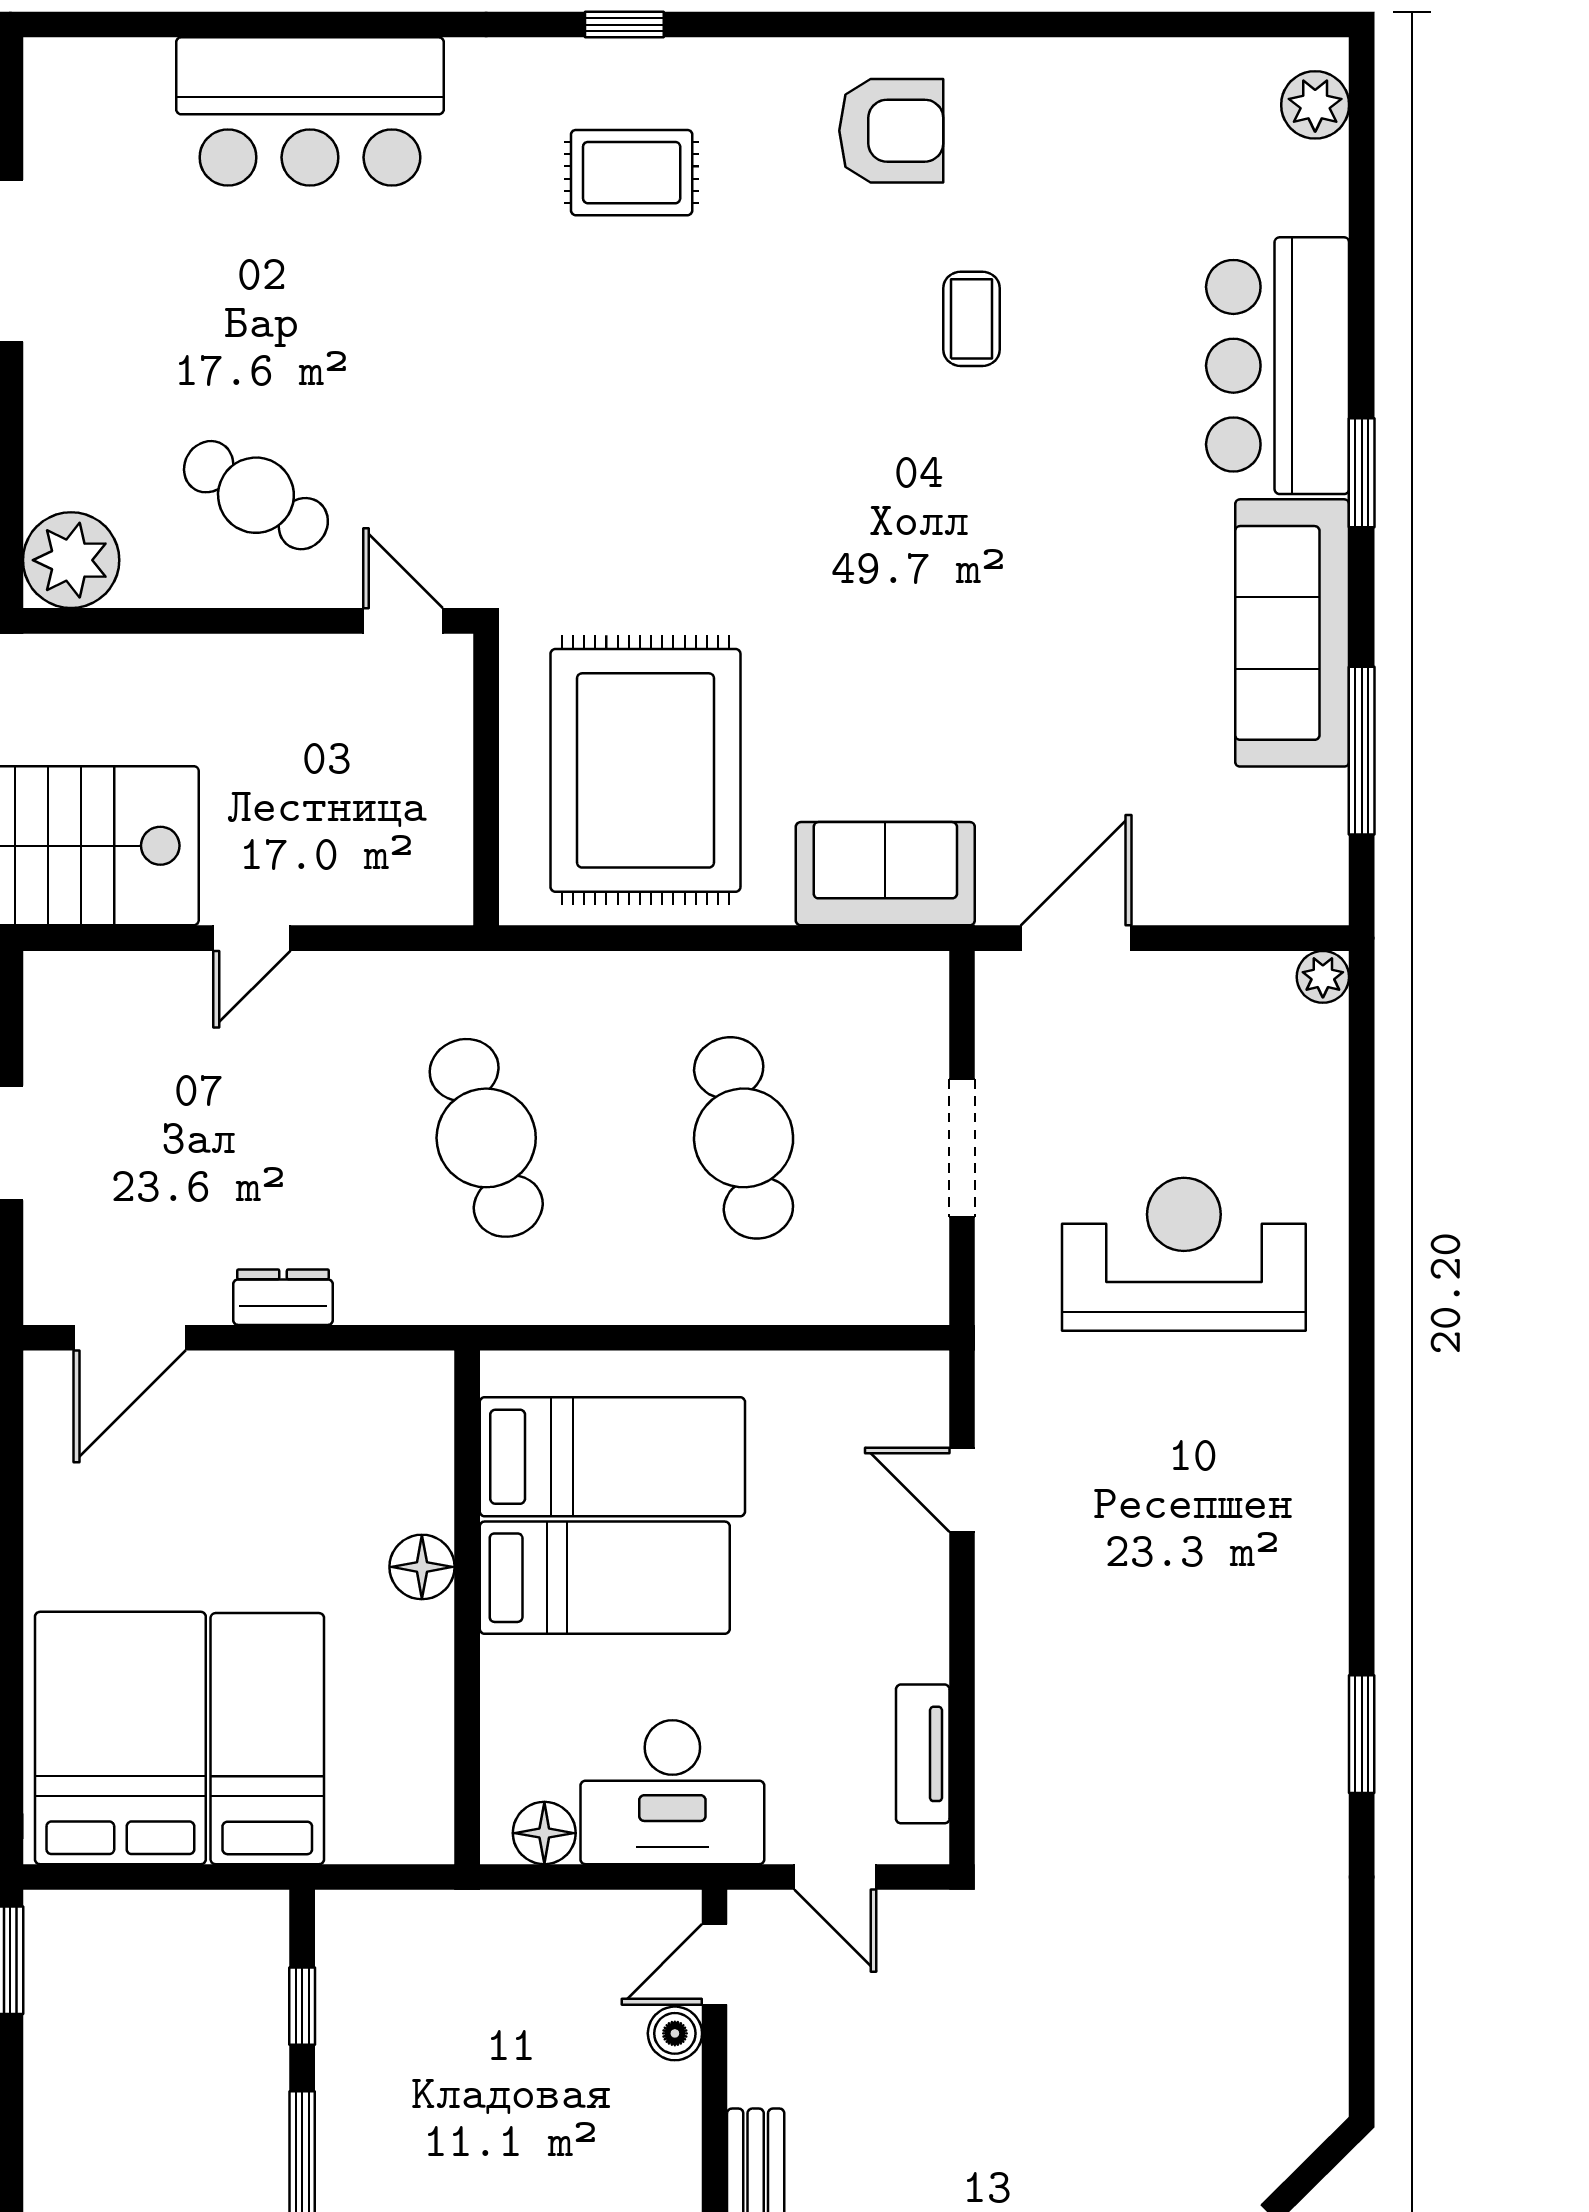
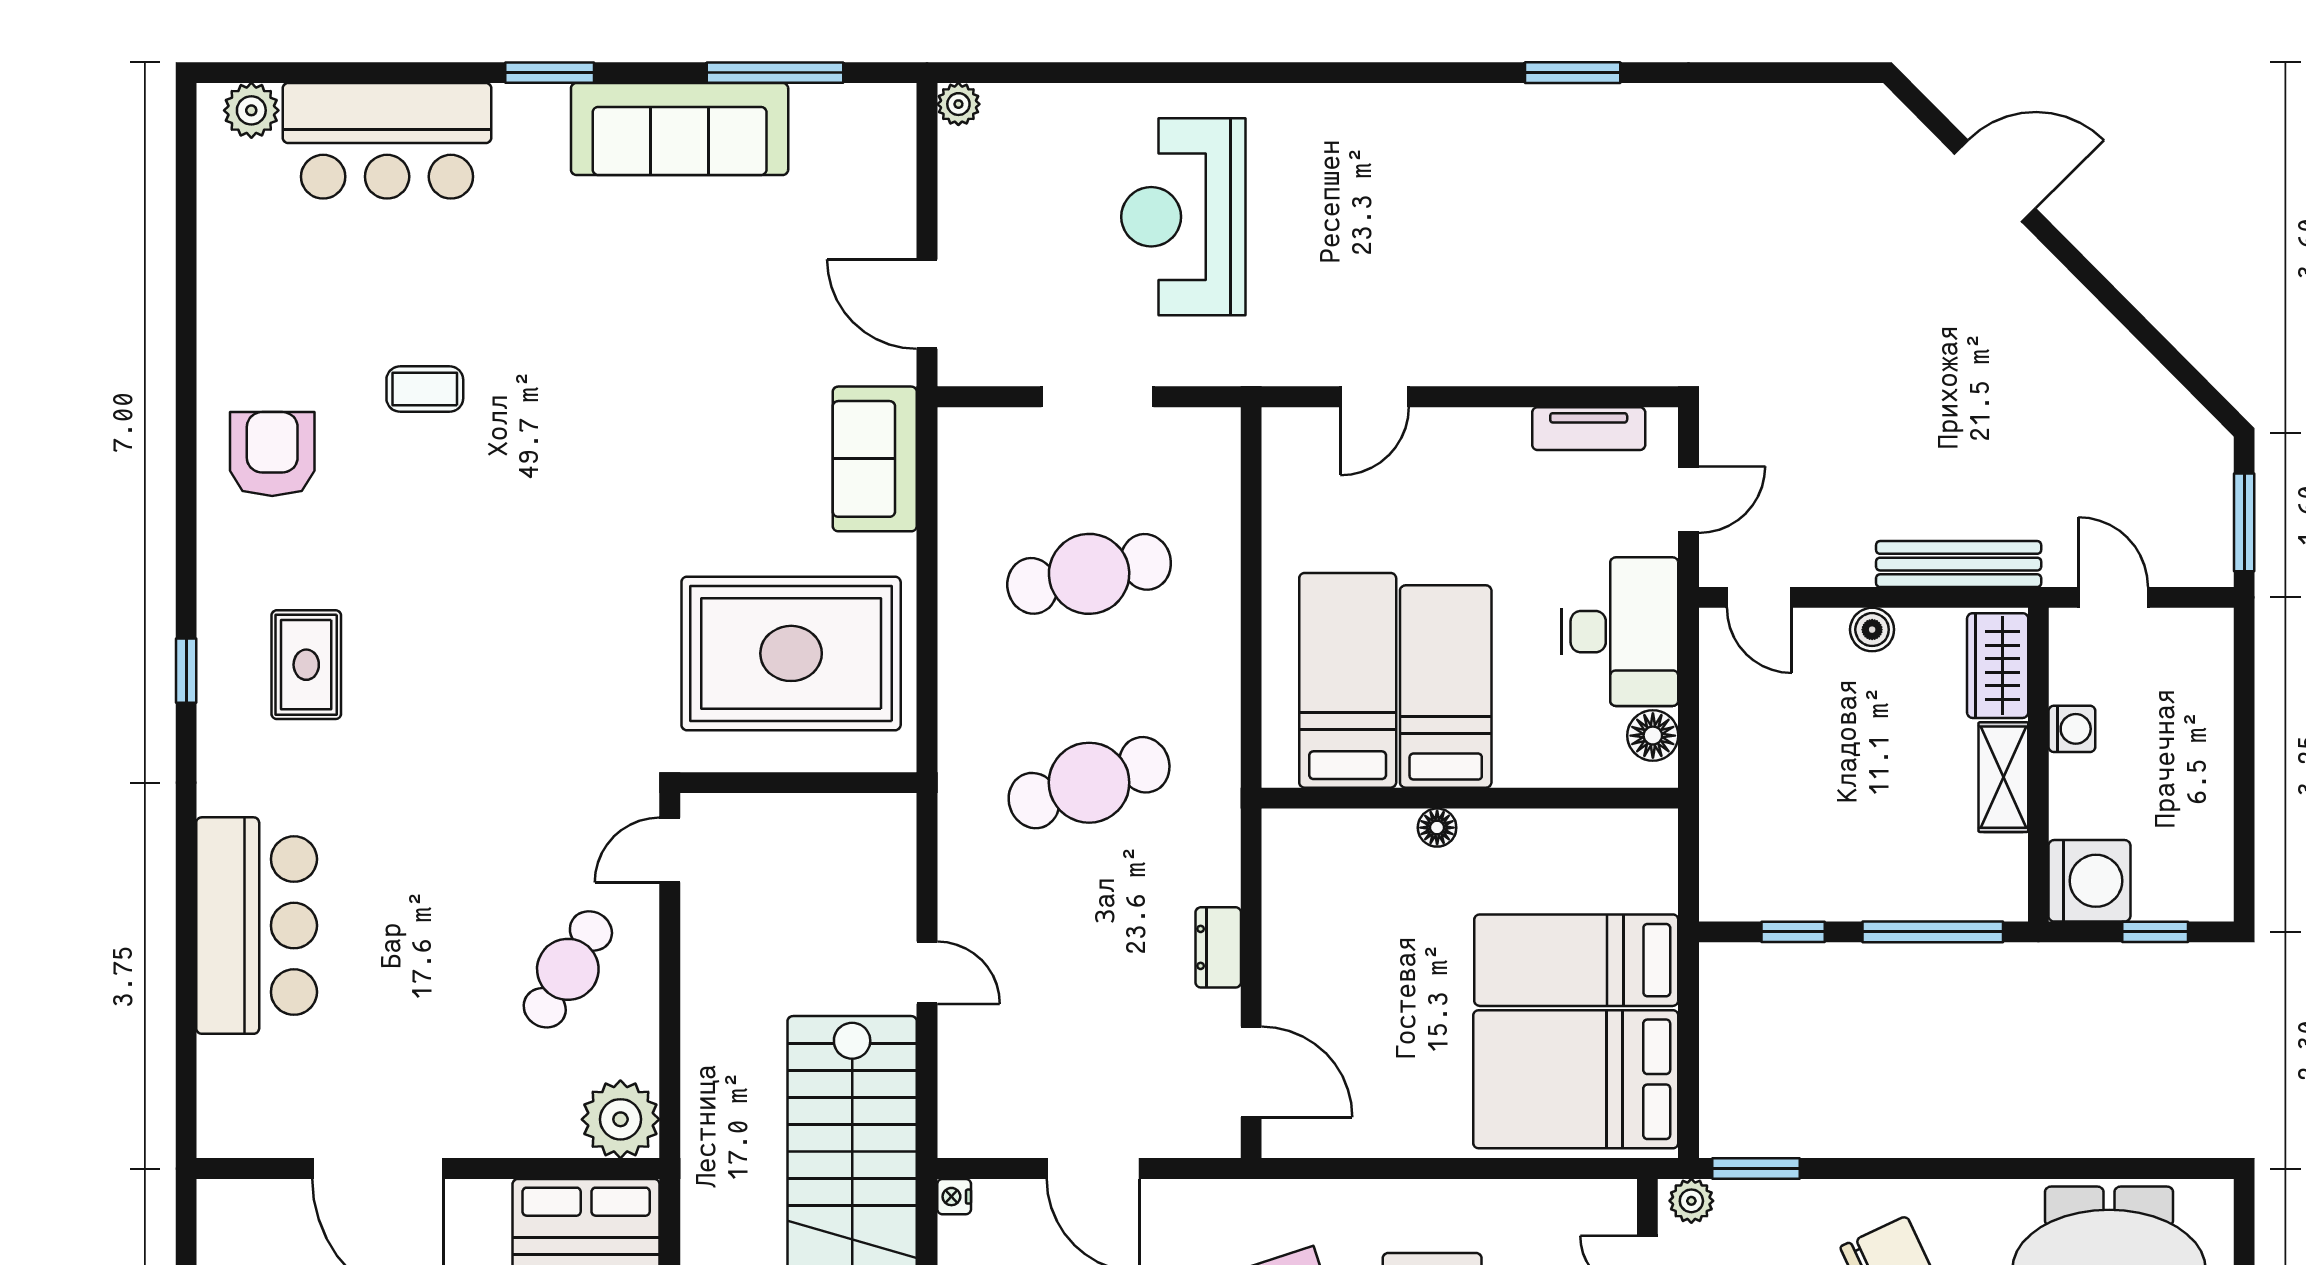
bar counter: (1278, 366) -> (387, 141), moved
floor lamp: (422, 1567) -> (1437, 828), width x0.73, depth x0.73
boiler: (675, 2033) -> (1872, 630), moved

